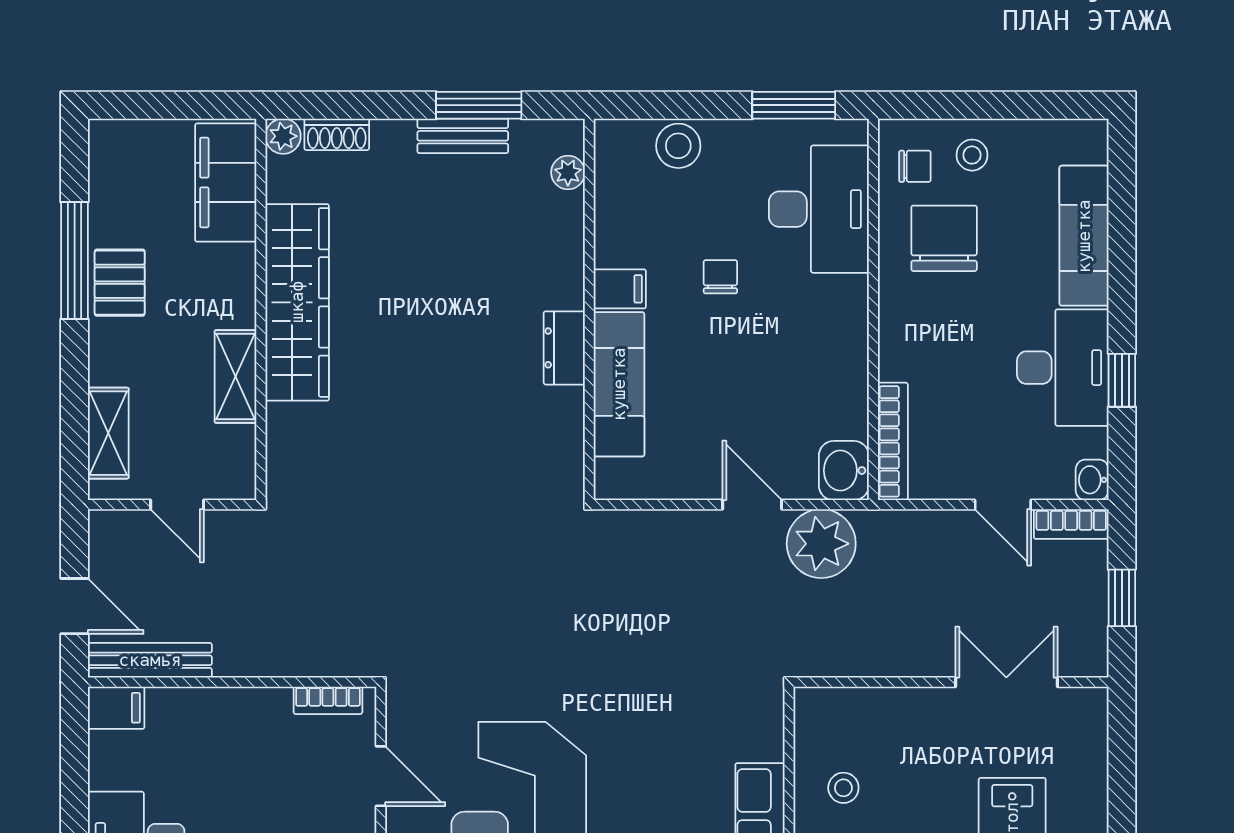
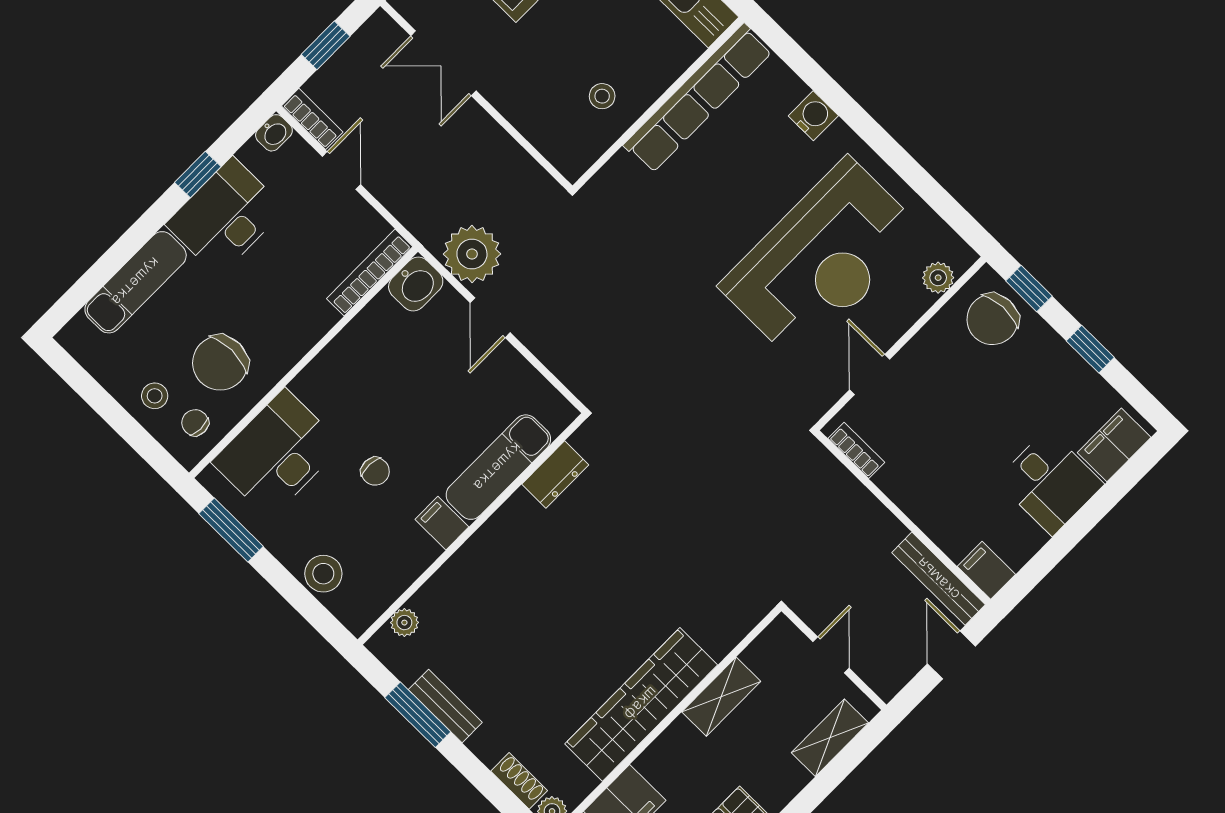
chair: (720, 277) -> (375, 471), turned -88
dresser: (564, 348) -> (555, 475), moved

